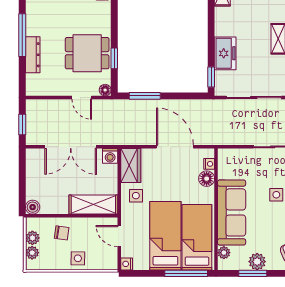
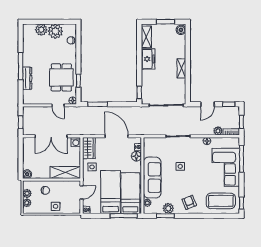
dining table: (87, 53) -> (61, 77), turned 90
freezer: (225, 53) -> (148, 59), moved
door: (119, 236) -> (82, 192), swing flipped

